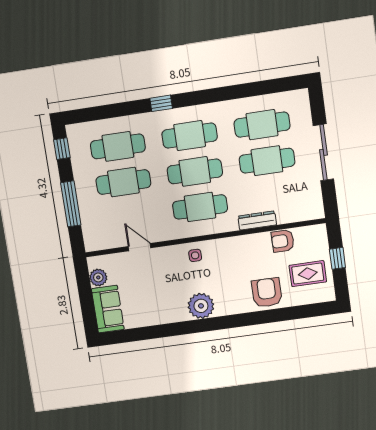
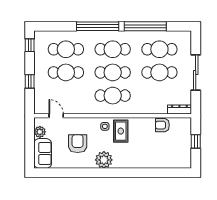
window: (235, 92) -> (145, 26), added
window: (161, 103) -> (98, 26), width x3.17
window: (71, 204) -> (30, 81), width x0.46
dresser: (257, 220) -> (179, 110), moved
door: (139, 247) -> (56, 116), moved
rug: (308, 274) -> (121, 131), moved, turned 90
armchair: (267, 293) -> (78, 144), moved

